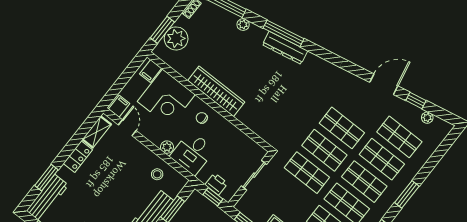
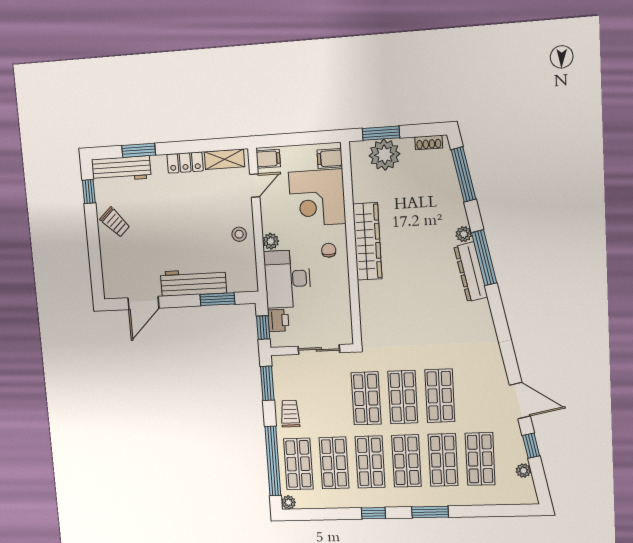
plant: (243, 25) -> (464, 234), moved
desk: (192, 153) -> (288, 279), width x1.37
stool: (157, 174) -> (239, 234), moved

